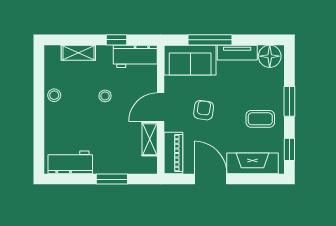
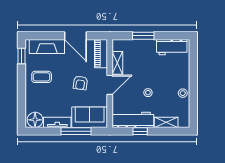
workbench: (135, 56) -> (133, 120), width x1.38
window: (289, 101) -> (22, 89), removed

